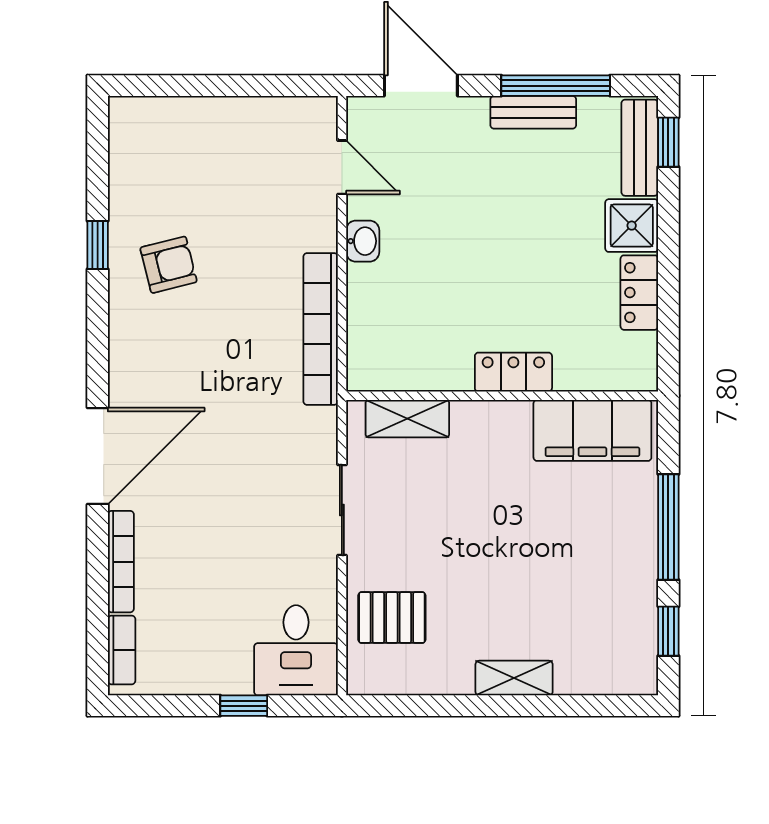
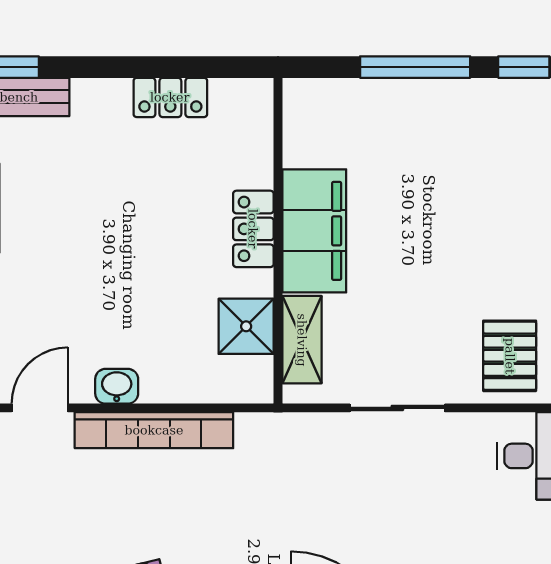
shower: (632, 226) -> (246, 326), moved
bookcase: (321, 329) -> (154, 430), moved
filing cabinet: (592, 430) -> (314, 231), moved

